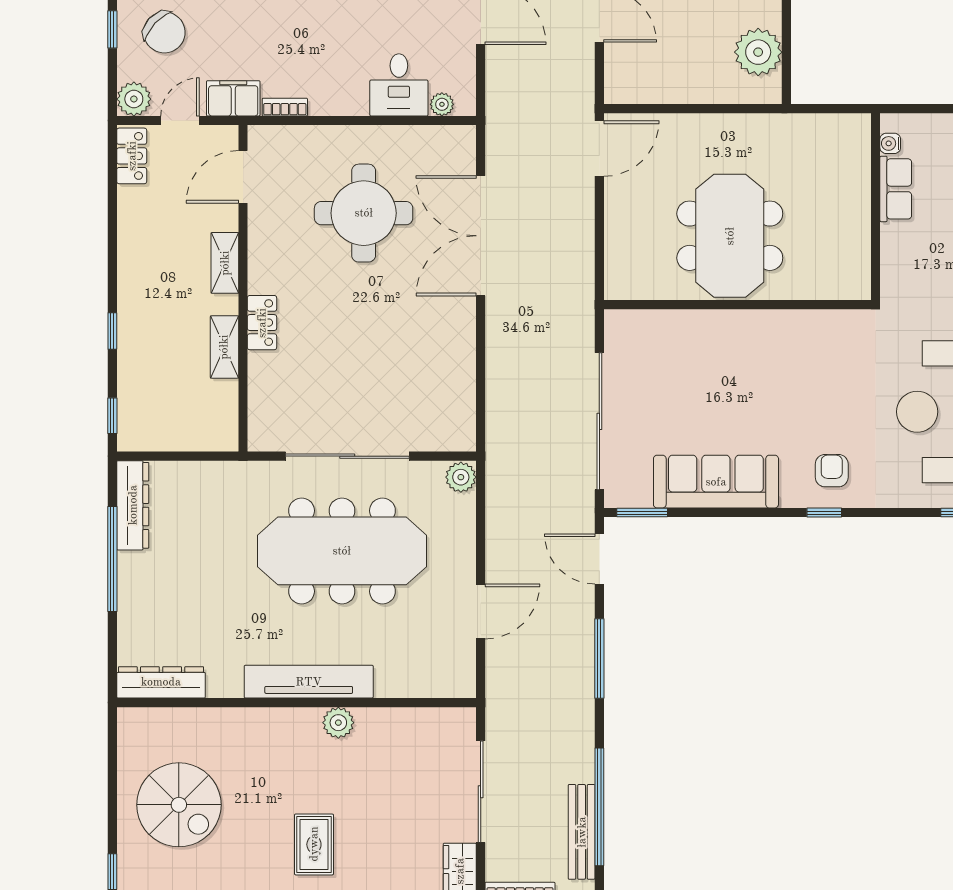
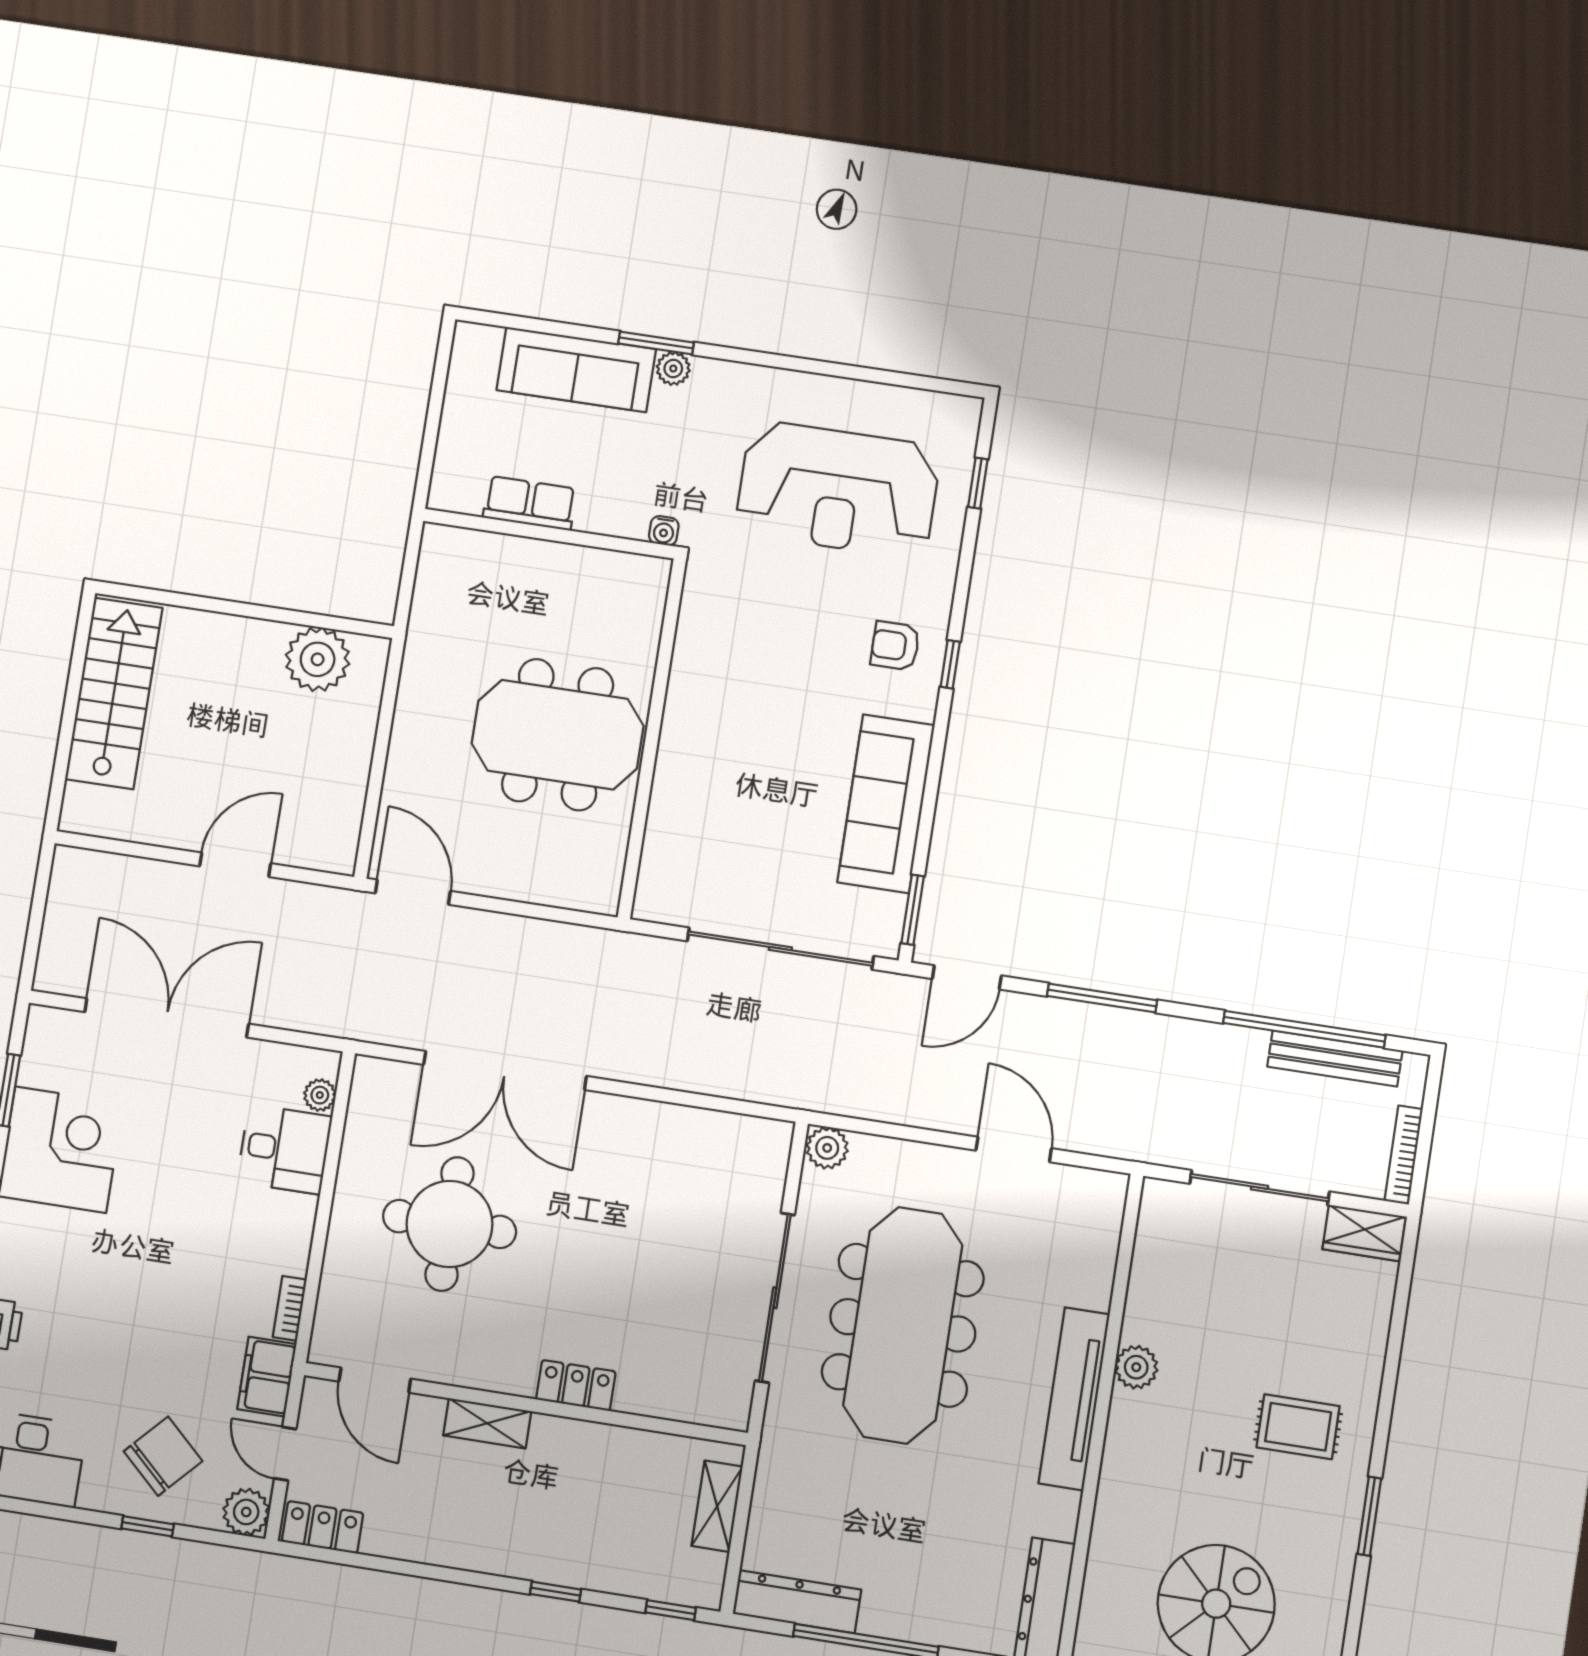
water cooler: (890, 143) -> (664, 531), moved
shelving: (224, 347) -> (717, 1506), moved, turned 90

